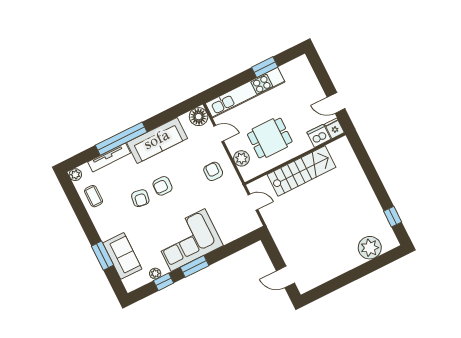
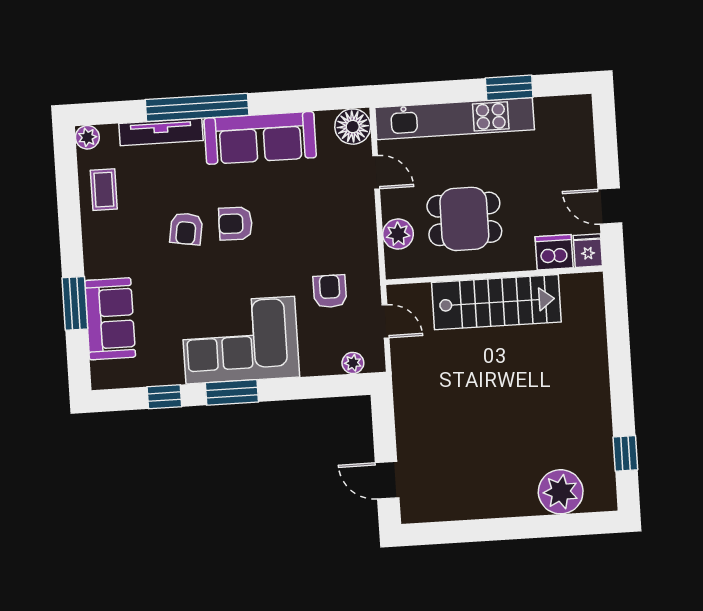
armchair: (213, 171) -> (330, 291), moved
plant: (155, 274) -> (353, 363), moved

